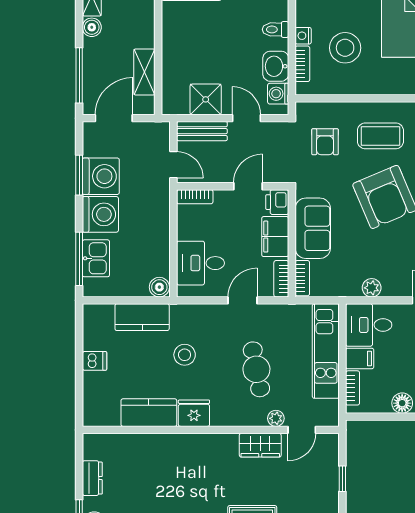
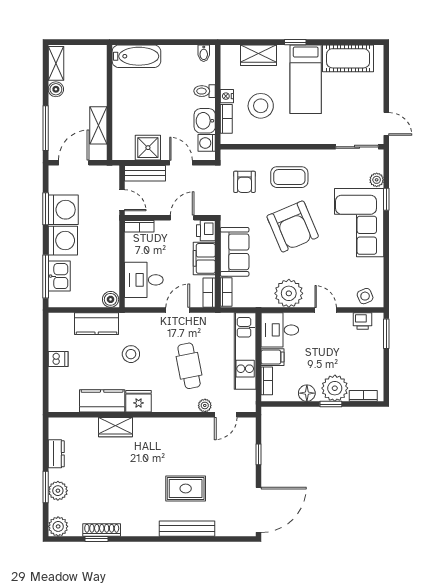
plant: (372, 288) -> (289, 293), width x1.87, depth x1.87
wardrobe: (260, 445) -> (116, 427), moved

